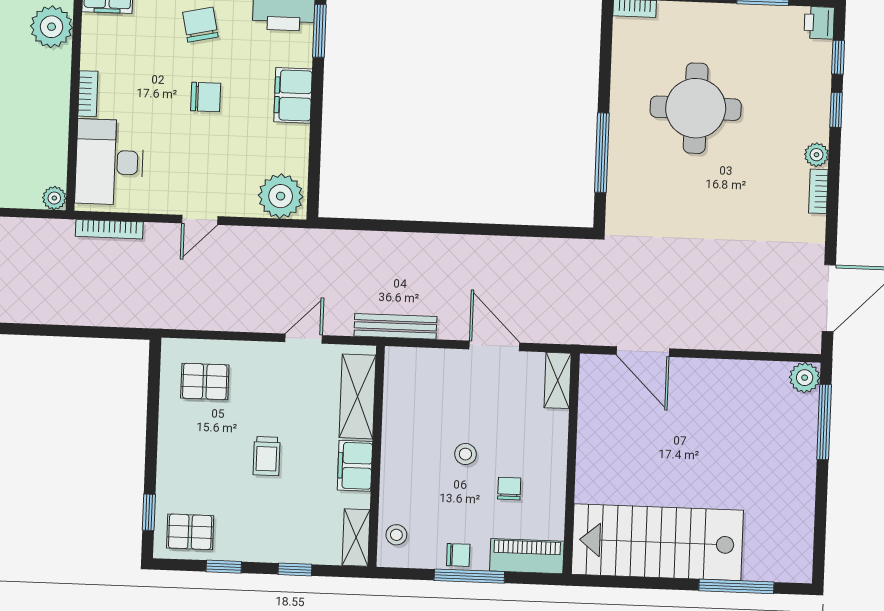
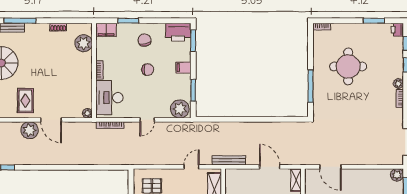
filing cabinet: (293, 95) -> (183, 68), width x0.50
window: (315, 152) -> (193, 90), added

